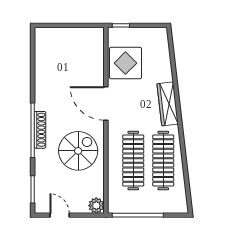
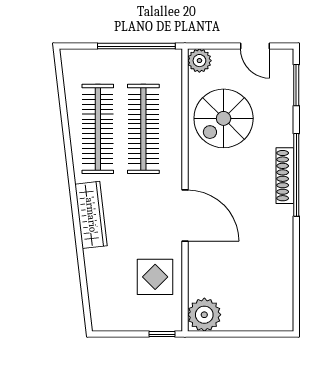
plant: (93, 38) -> (204, 315), added
display table: (125, 63) -> (155, 277), width x0.73, depth x0.73
spiral stairs: (78, 151) -> (224, 118), moved

